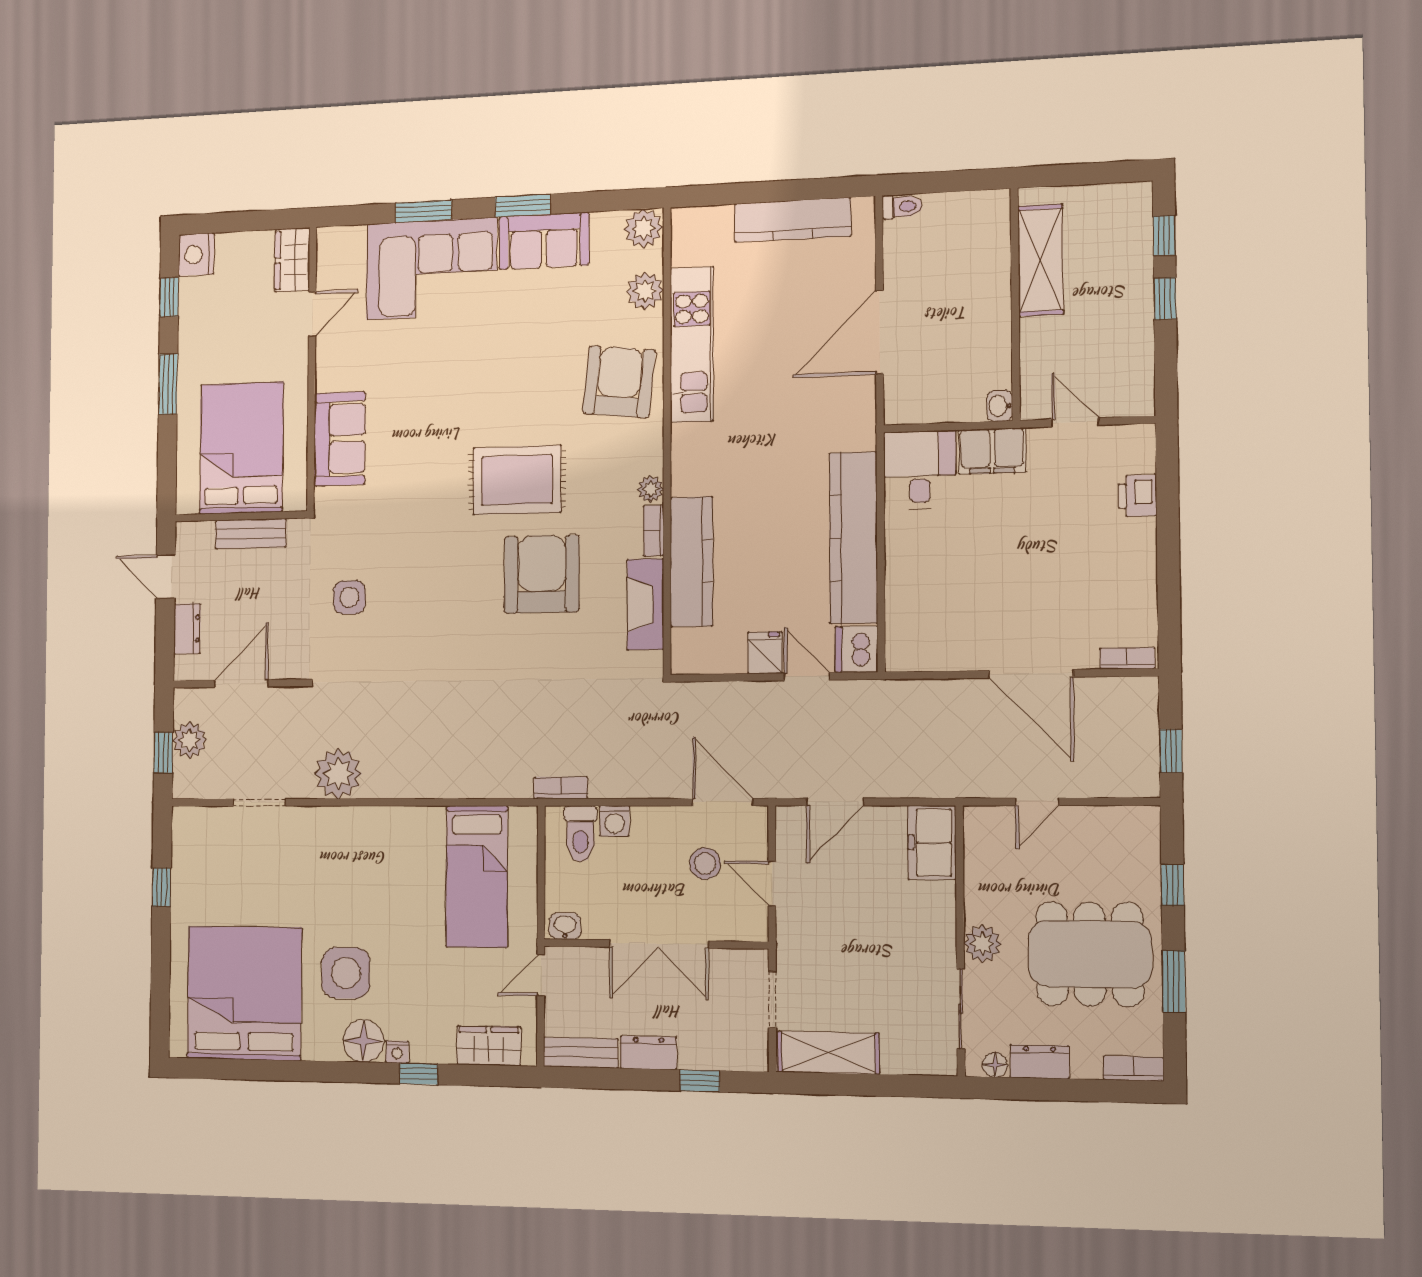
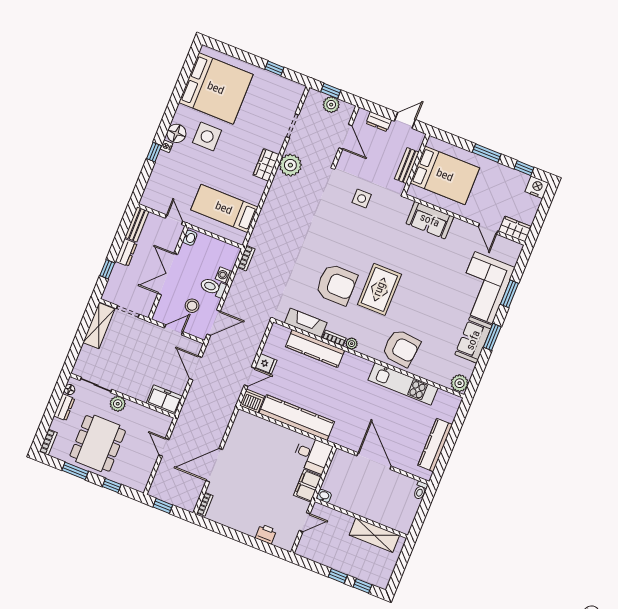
plant: (645, 291) -> (433, 374), removed
toilet: (580, 834) -> (213, 287), moved
wardrobe: (489, 1046) -> (266, 165), moved, turned 180

